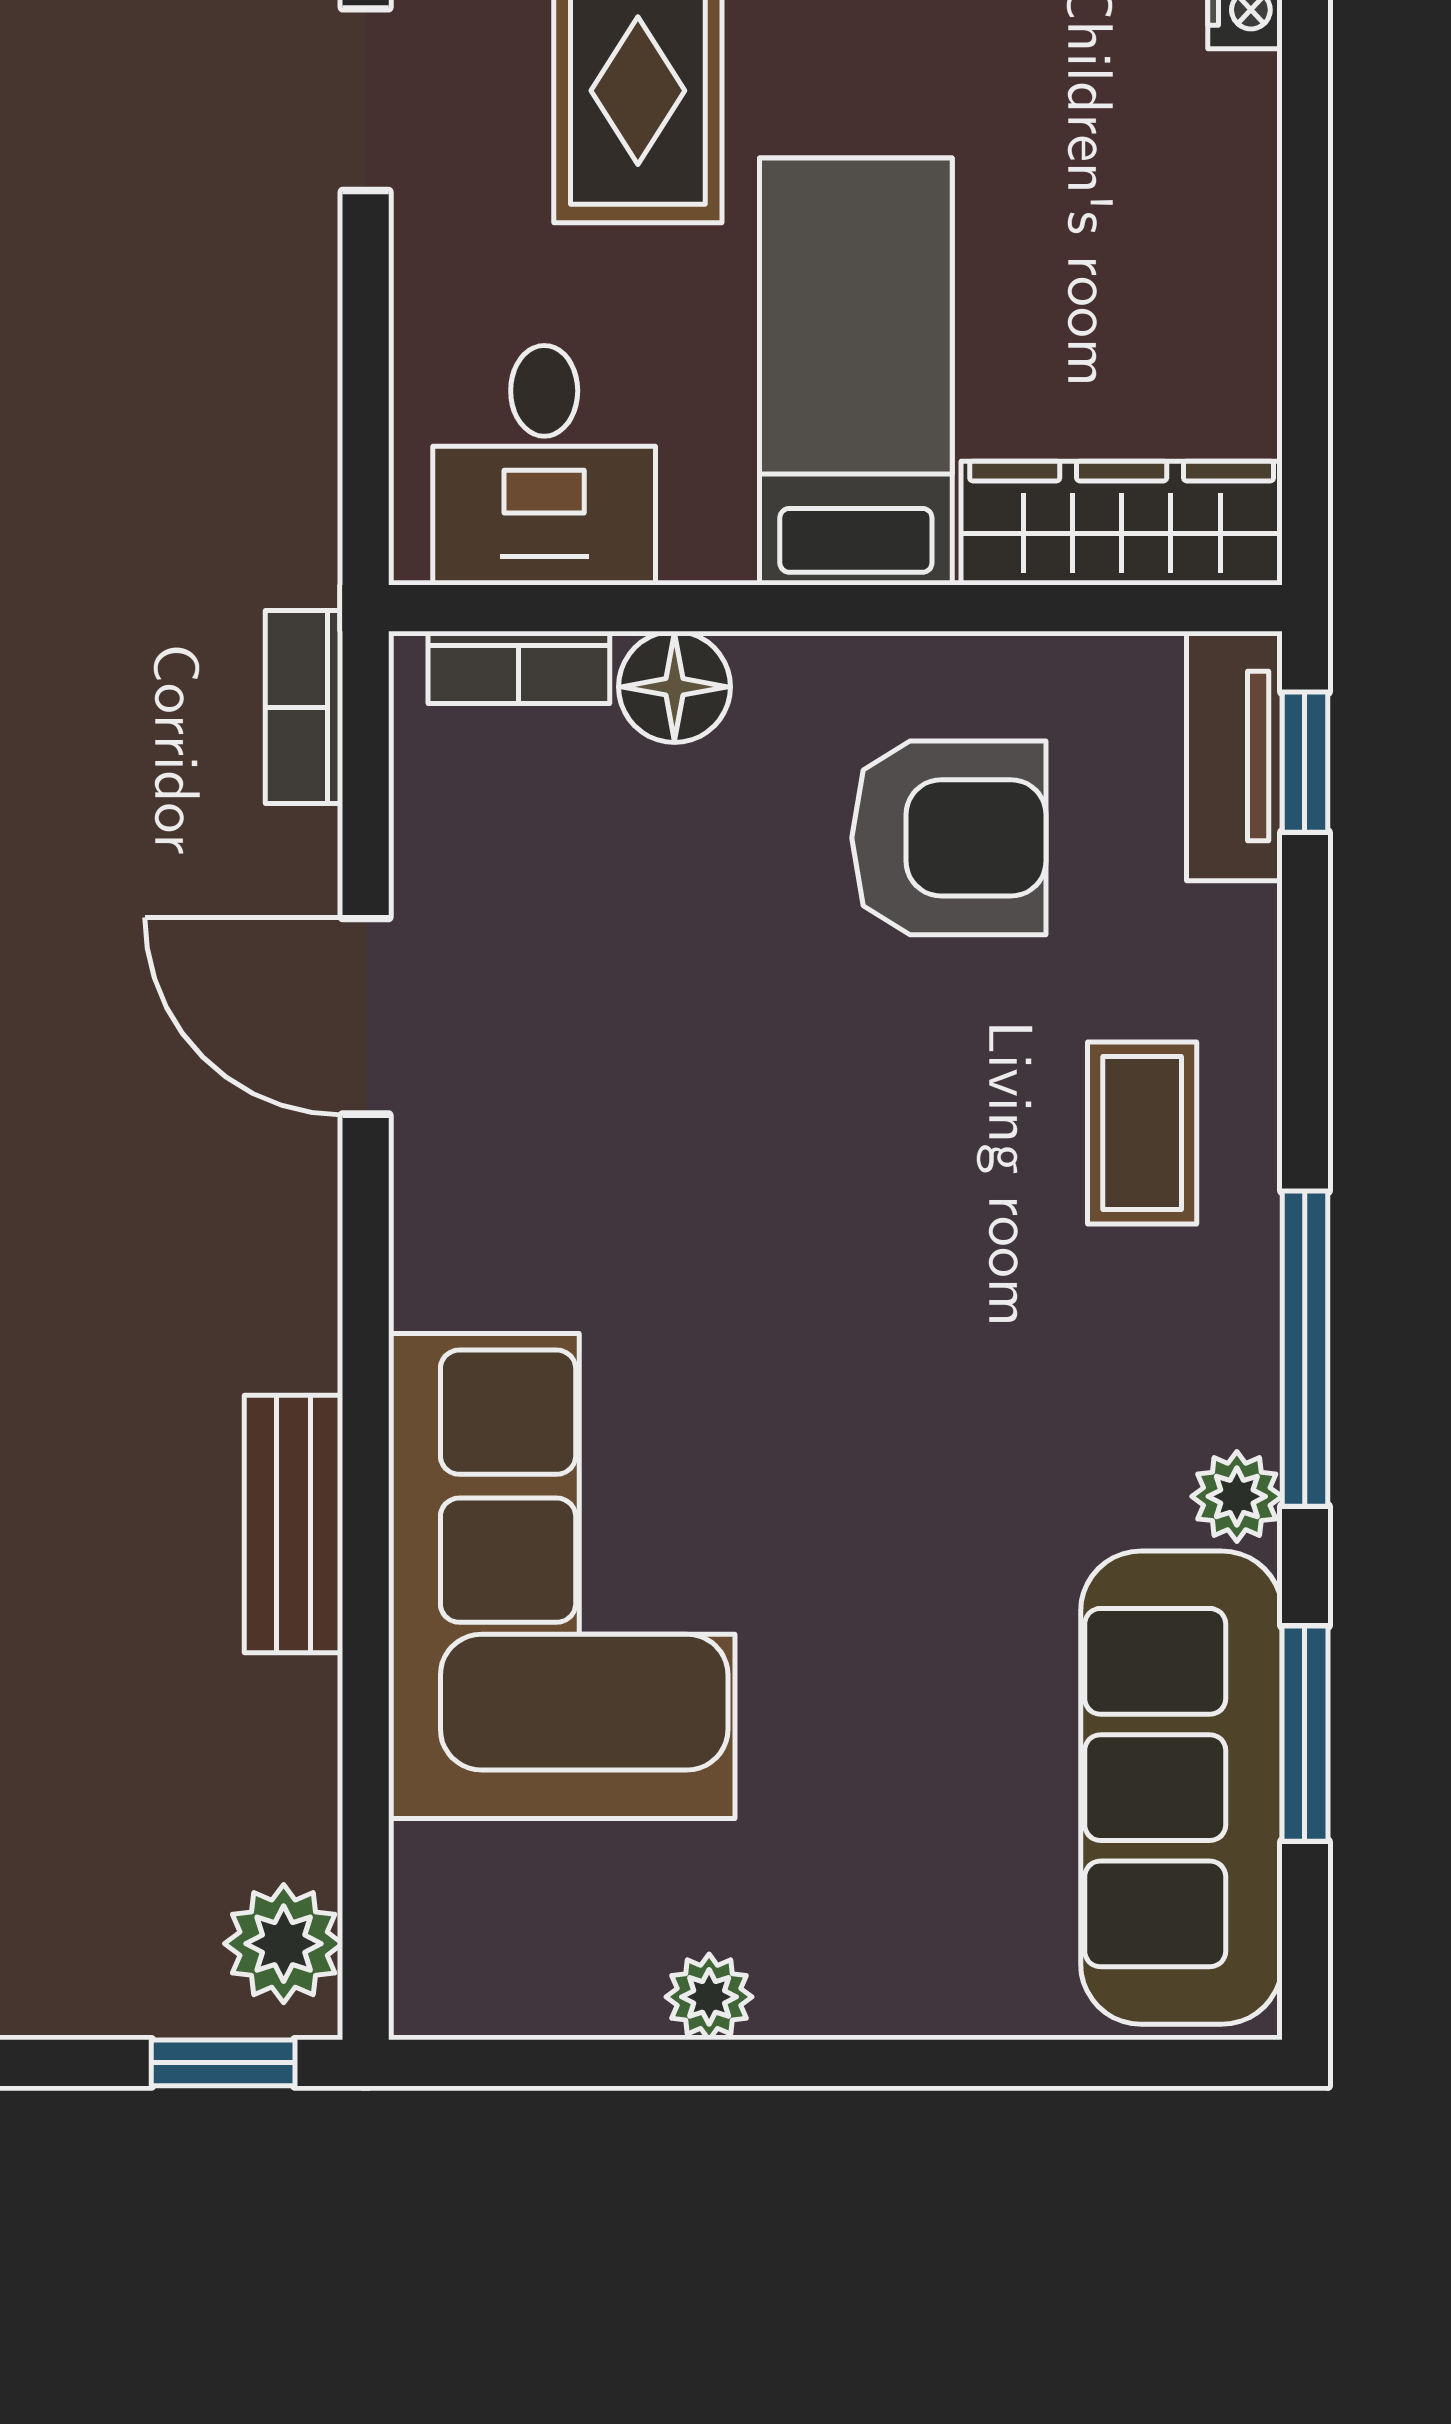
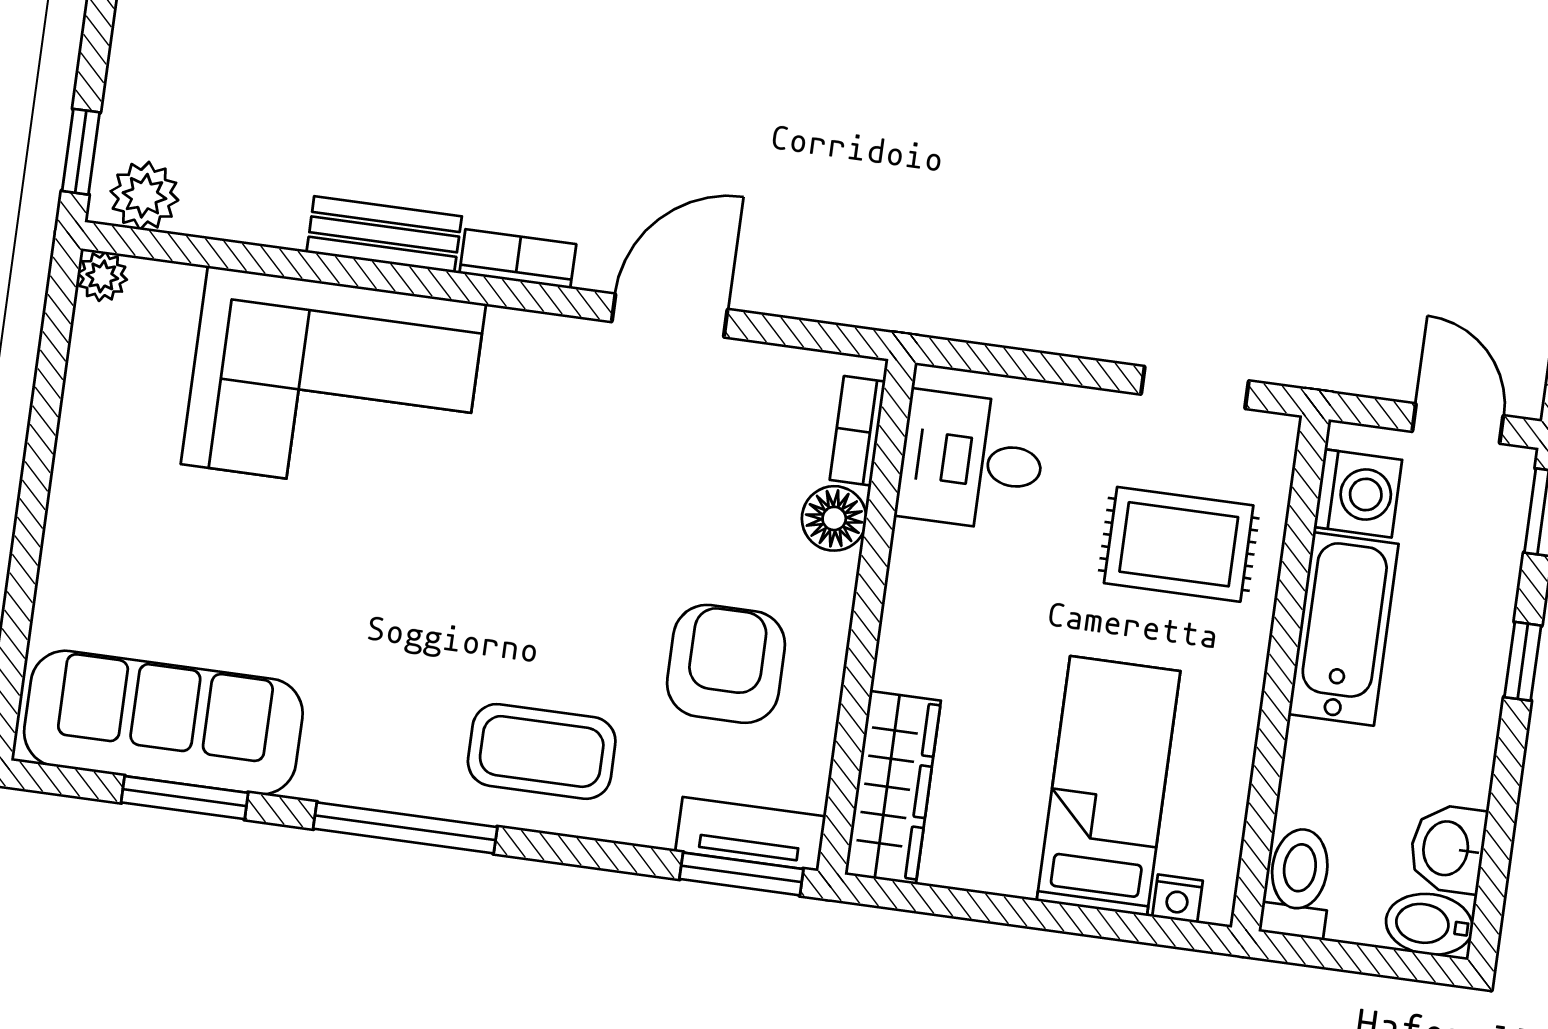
bed: (856, 372) -> (1108, 786), moved, turned -90
bookcase: (304, 707) -> (518, 259), moved
window: (1305, 762) -> (741, 874), width x1.50
armchair: (949, 838) -> (726, 664), turned 180
coffee table: (1142, 1133) -> (542, 751), width x1.36, depth x1.30
plant: (1237, 1496) -> (326, 777), removed
plant: (709, 1997) -> (102, 276), moved

